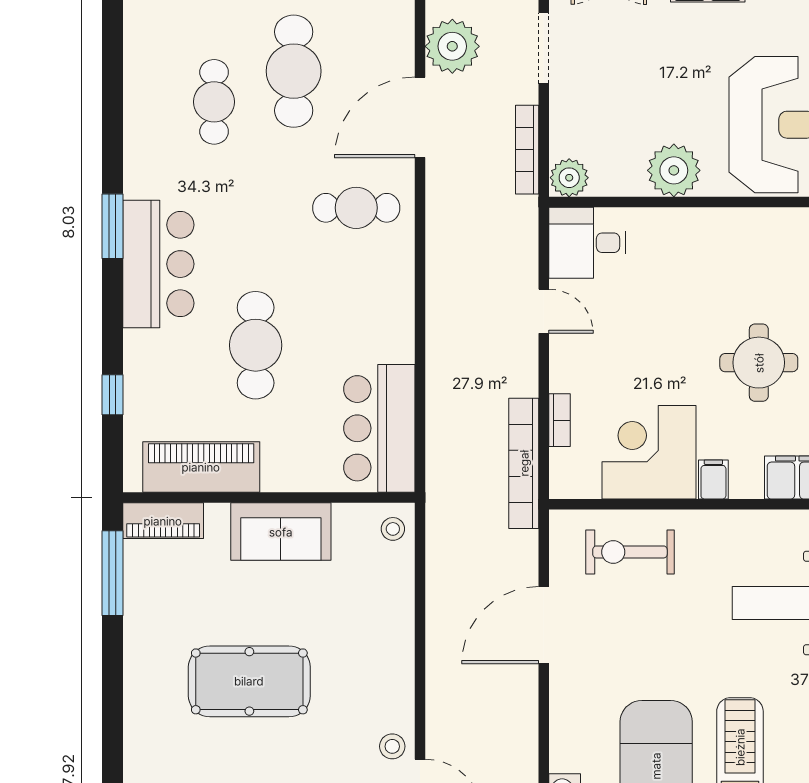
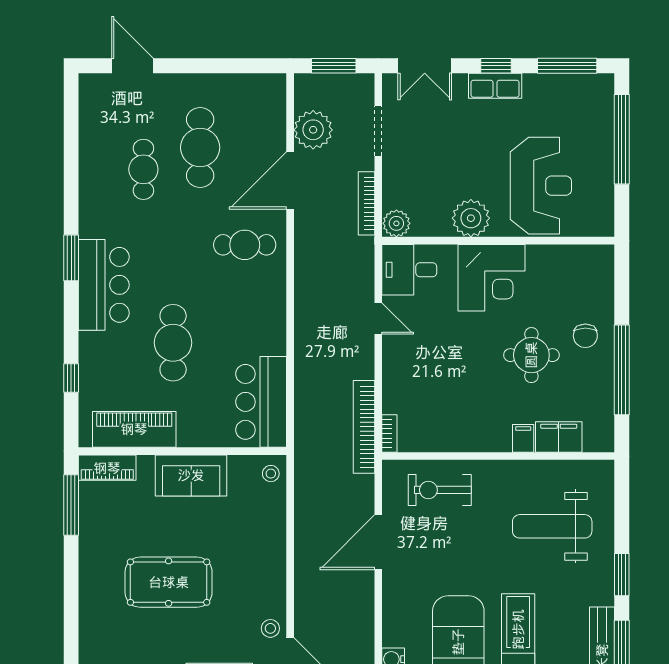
bookcase: (559, 420) -> (389, 433), moved
corner desk: (649, 452) -> (491, 278), moved, turned 180
filing cabinet: (713, 479) -> (523, 438), moved

